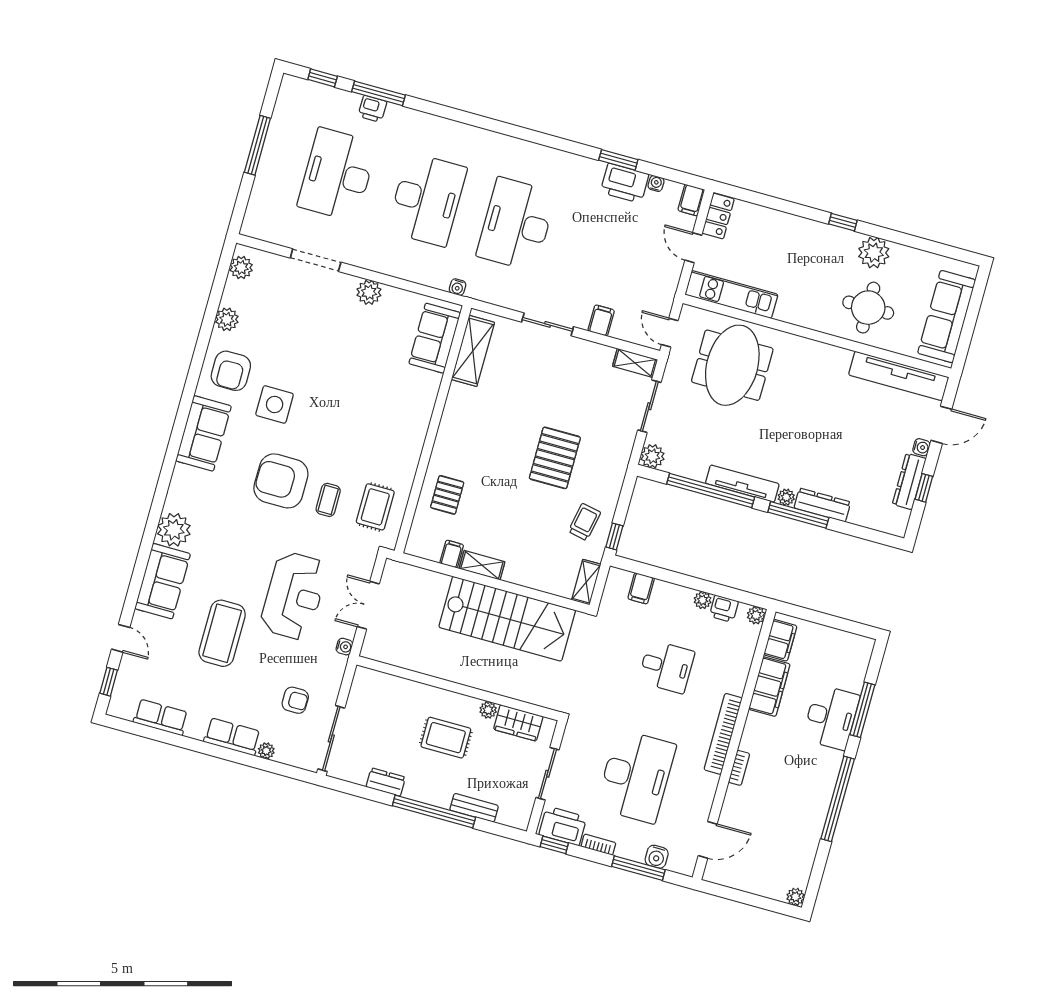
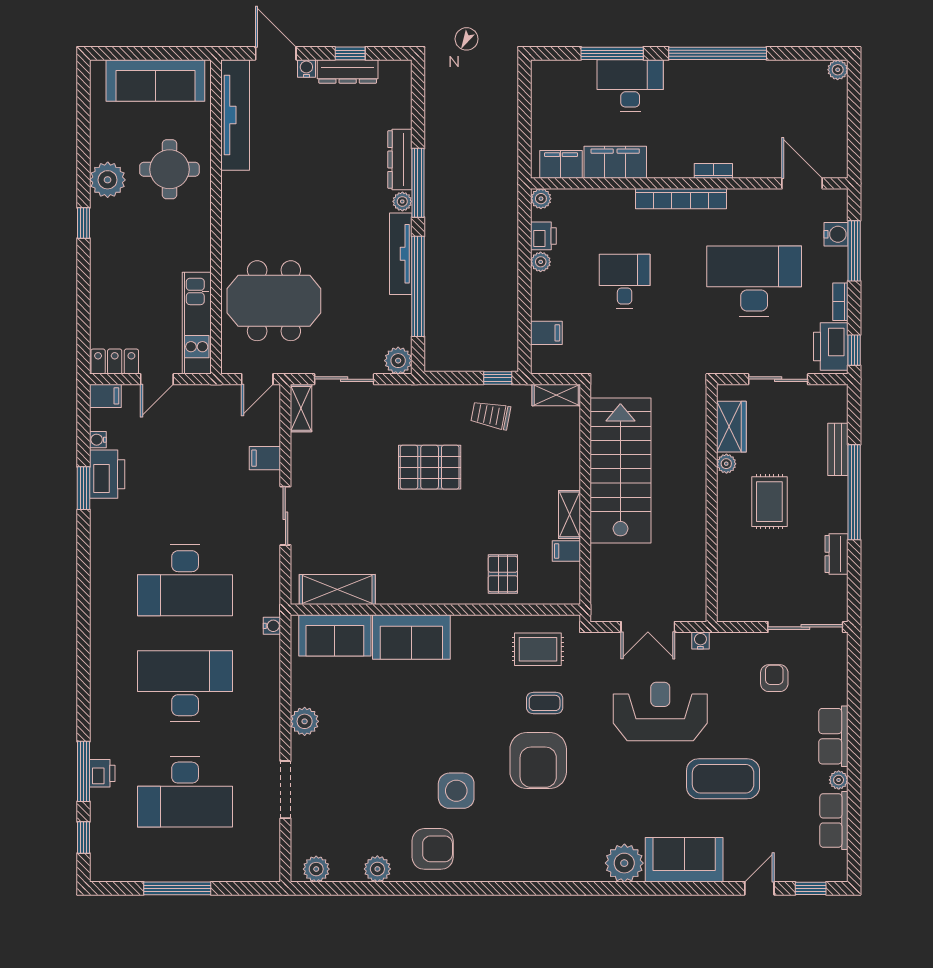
sofa: (204, 433) -> (411, 637), moved, turned 180
pallet: (447, 495) -> (503, 574), turned 90
plant: (266, 751) -> (839, 780), moved

